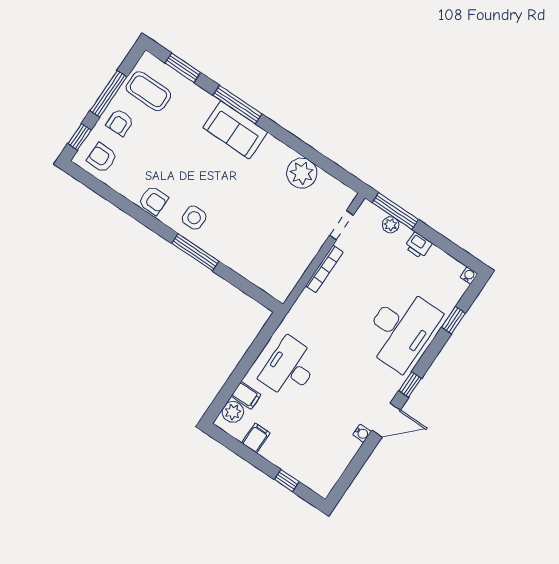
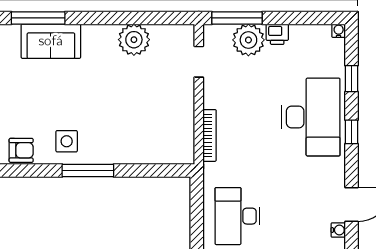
plant: (391, 225) -> (248, 40), width x1.88, depth x1.88
bookcase: (324, 269) -> (210, 135), moved
window: (410, 385) -> (351, 132), moved

